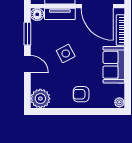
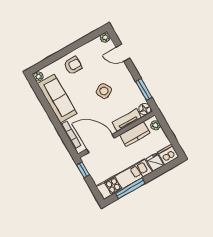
door: (27, 64) -> (123, 53), moved
sofa: (114, 65) -> (57, 99), width x1.36
plant: (40, 99) -> (105, 38), width x0.53, depth x0.53

